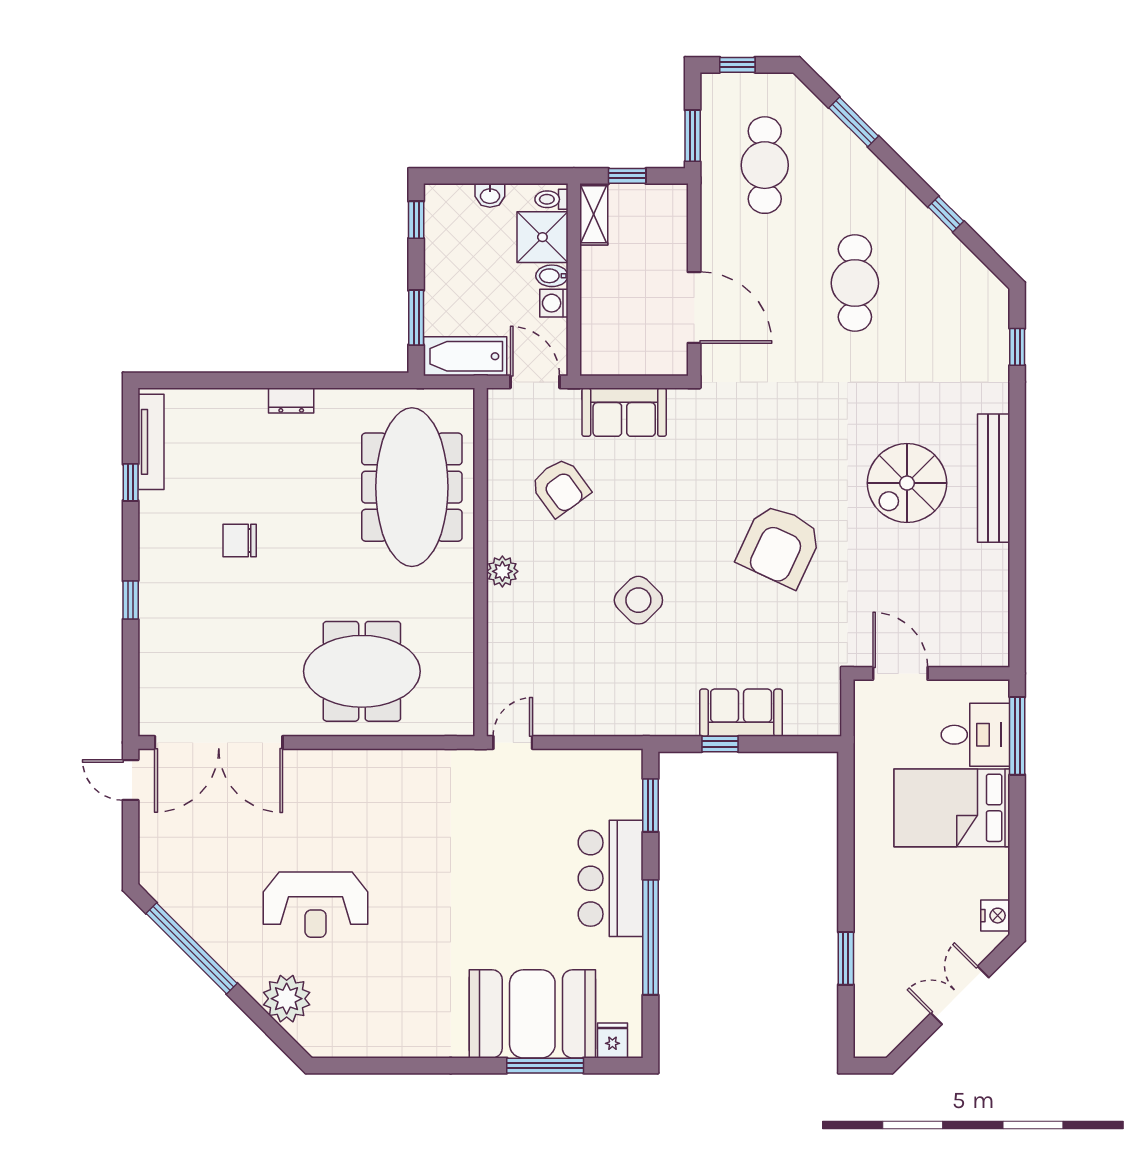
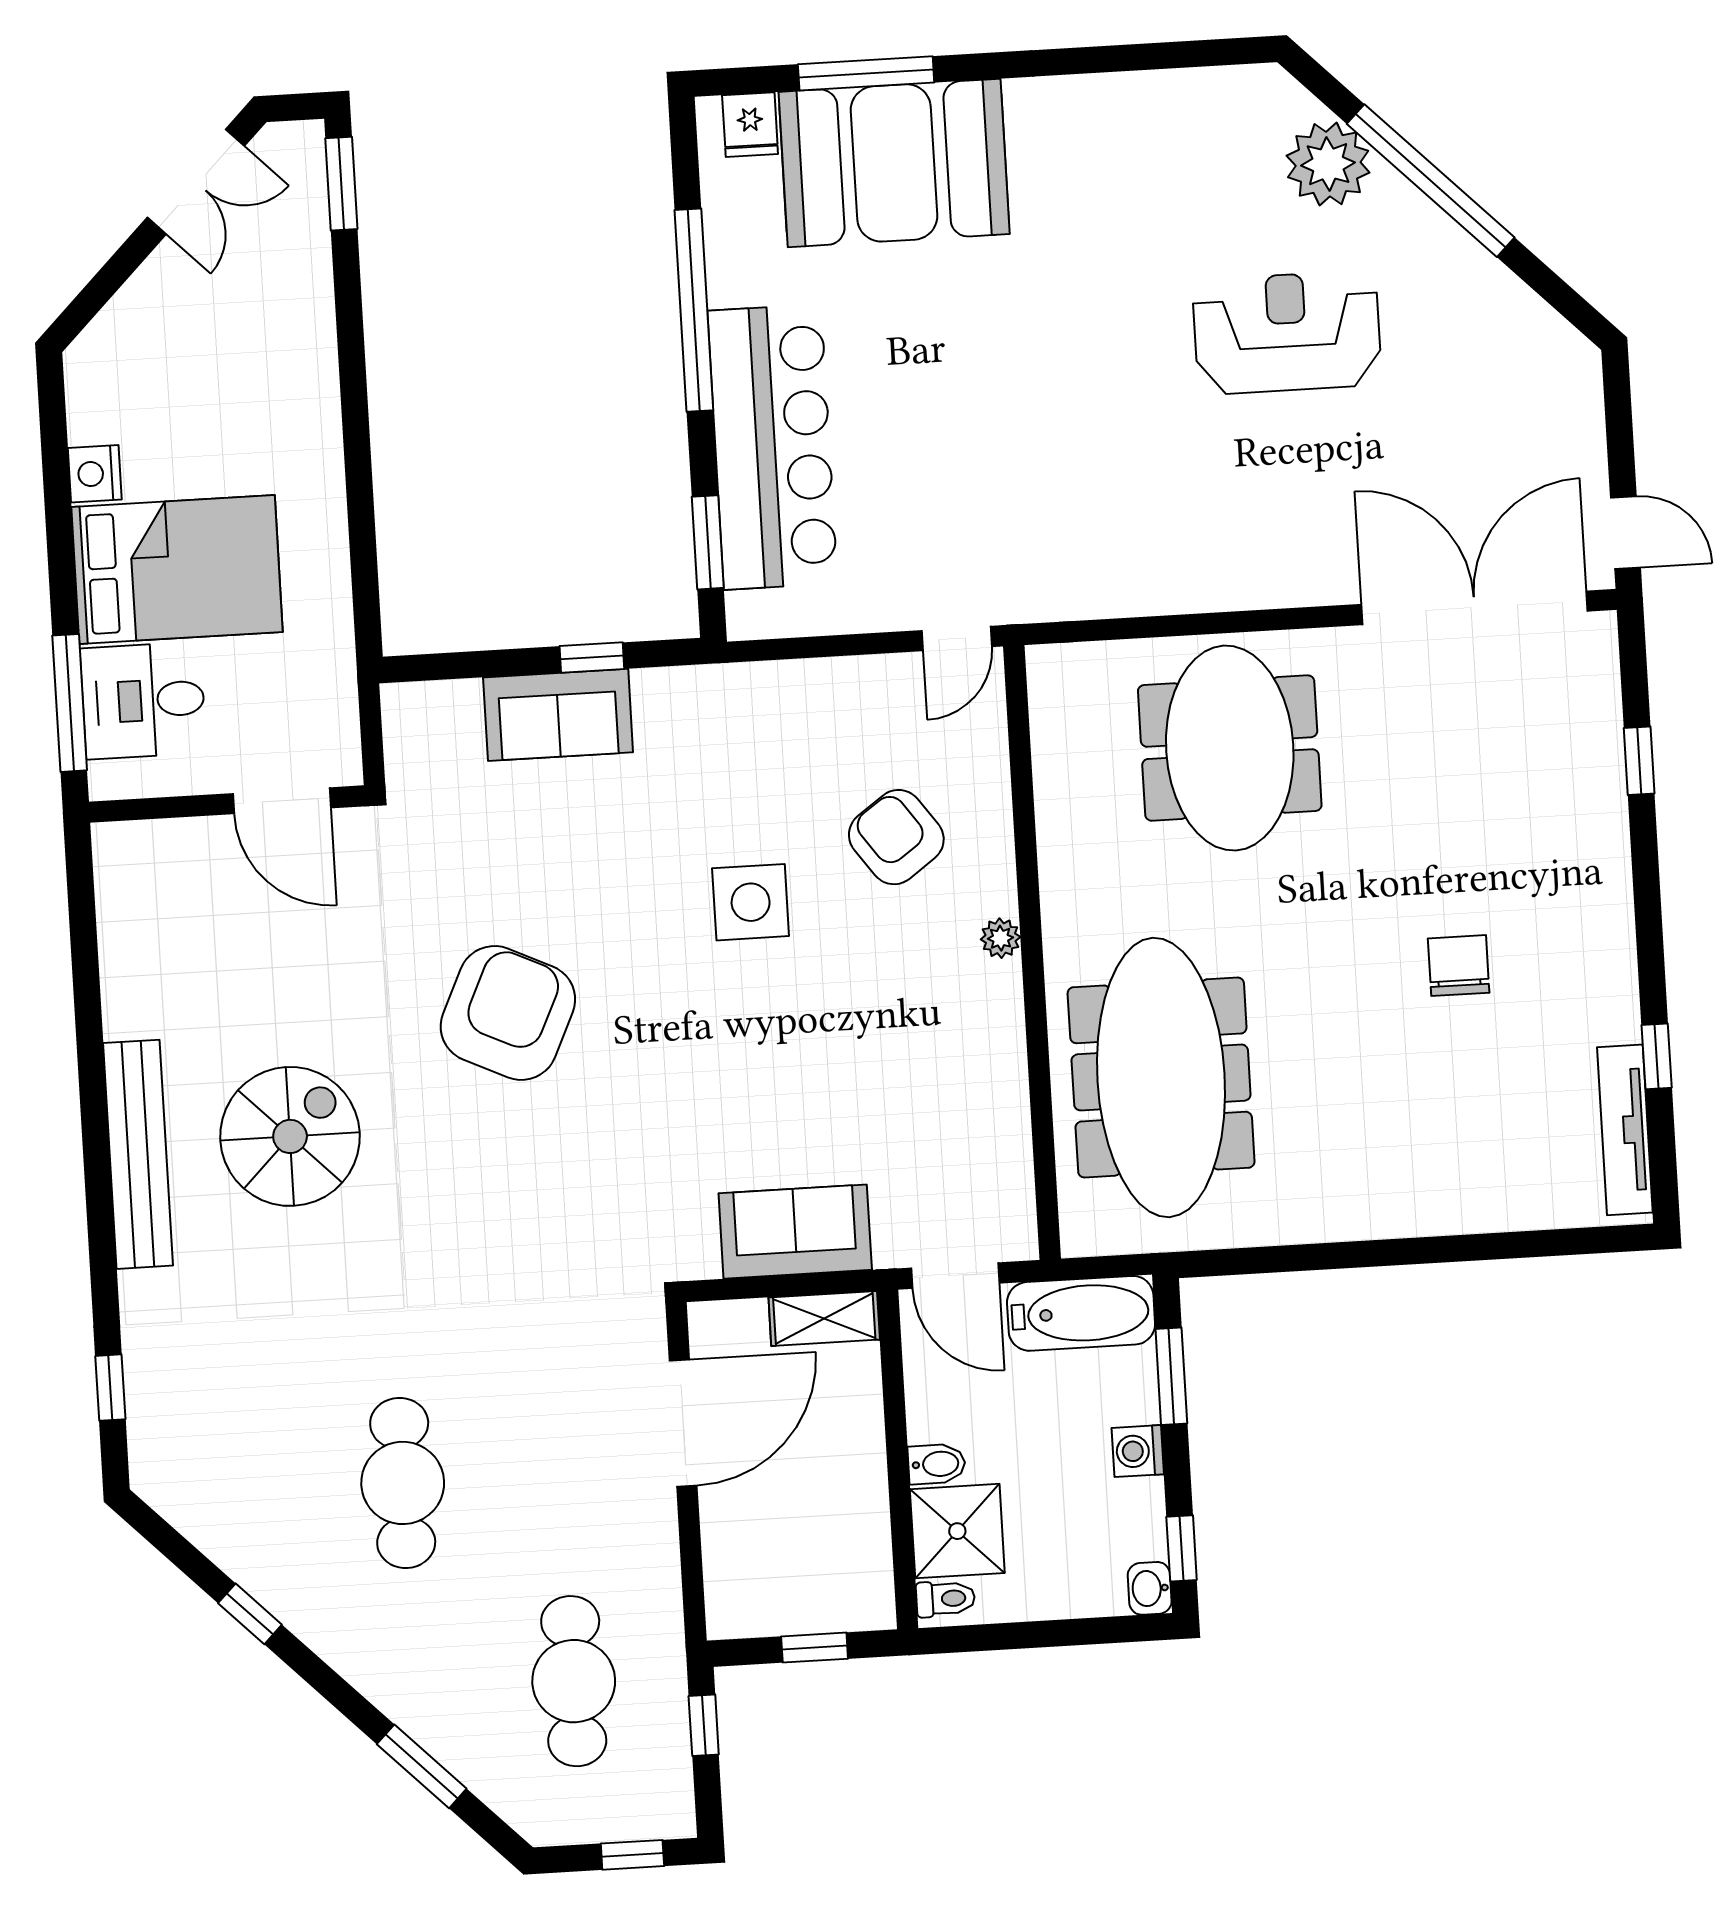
window: (693, 136) -> (704, 1725), width x0.67
washbasin: (490, 195) -> (1150, 1588), moved, turned -90
shelving: (594, 214) -> (824, 1318), moved, turned 90
washing machine: (554, 303) -> (1138, 1451), moved, turned 180
door: (694, 308) -> (683, 1423), swing flipped
dresser: (291, 401) -> (1383, 1217), removed
armchair: (560, 487) -> (896, 837), moved
chair: (240, 540) -> (1459, 966), turned -90
plant: (502, 571) -> (1001, 938), width x0.73, depth x0.73
window: (131, 600) -> (1639, 761), moved
side table: (638, 600) -> (751, 902), turned 45
meeting table: (362, 671) -> (1230, 748), turned 90
bar counter: (611, 878) -> (773, 447), width x1.36
nightstand: (995, 916) -> (95, 474), moved
window: (192, 948) -> (1431, 181), moved
window: (846, 958) -> (341, 184), moved
double door: (960, 995) -> (196, 182), moved

